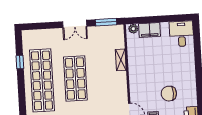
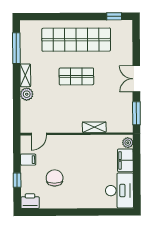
desk: (182, 34) -> (119, 191), width x1.37
window: (20, 62) -> (114, 16), moved
shop shelf: (75, 79) -> (76, 76), width x0.70, depth x0.74

